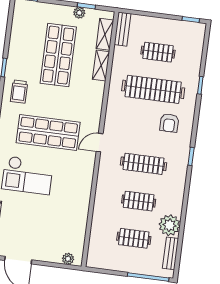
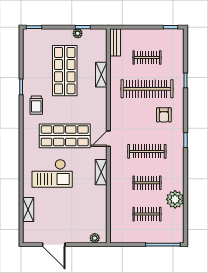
shelving: (105, 34) -> (101, 172), moved
bench: (171, 253) -> (179, 223), removed

